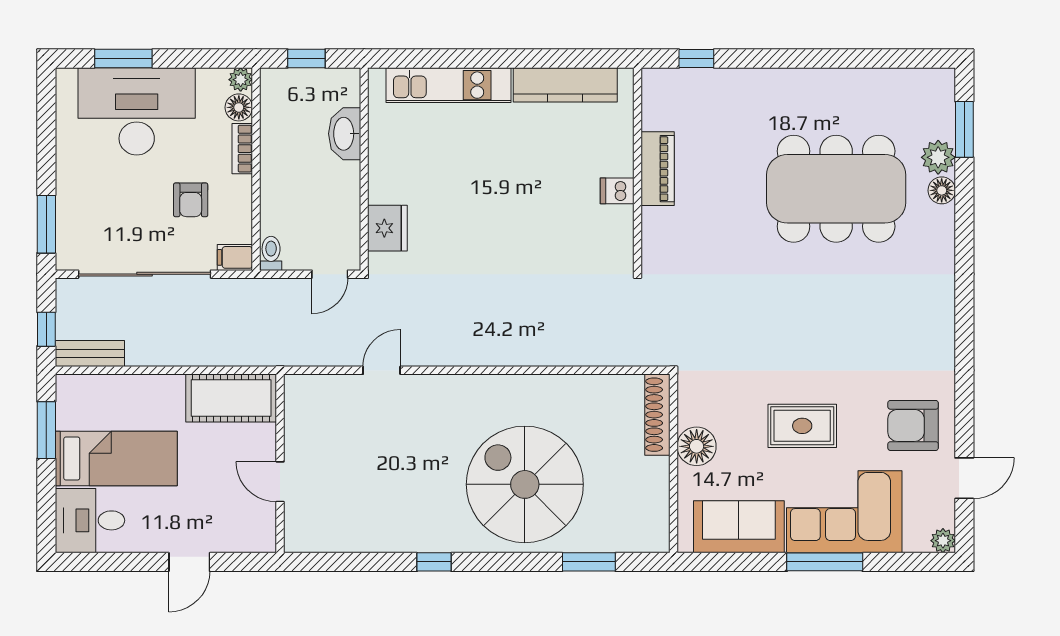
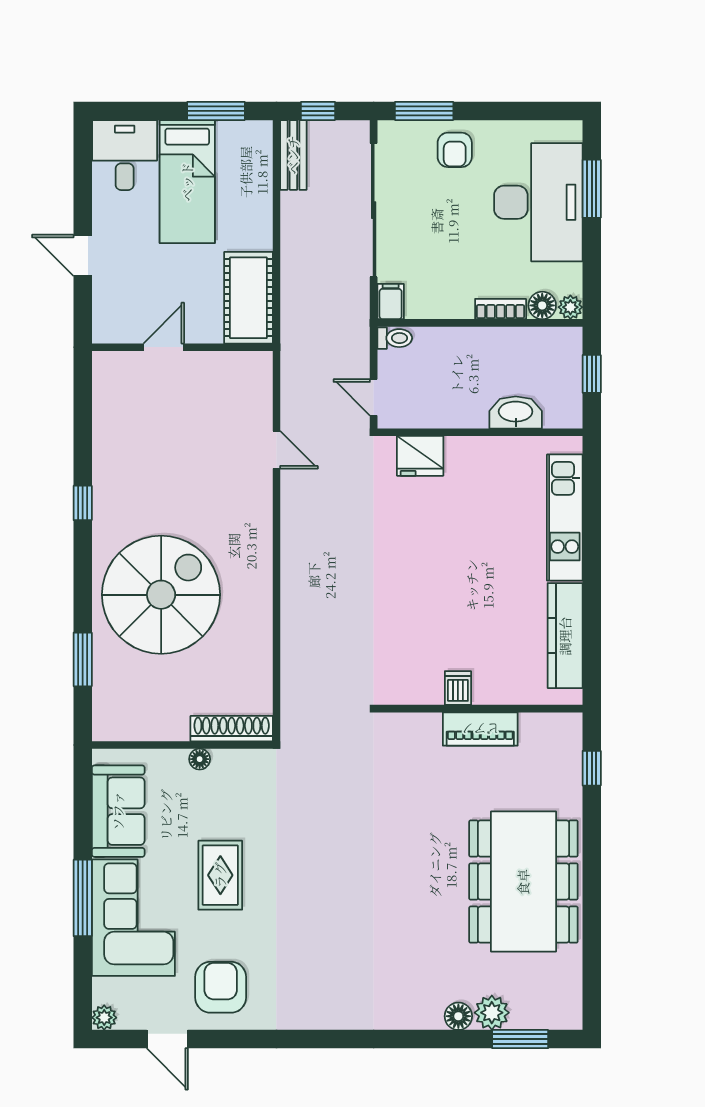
dining table: (836, 189) -> (523, 882), moved
armchair: (191, 200) -> (455, 150), moved, turned -90
floor lamp: (697, 446) -> (200, 759), width x0.53, depth x0.53

